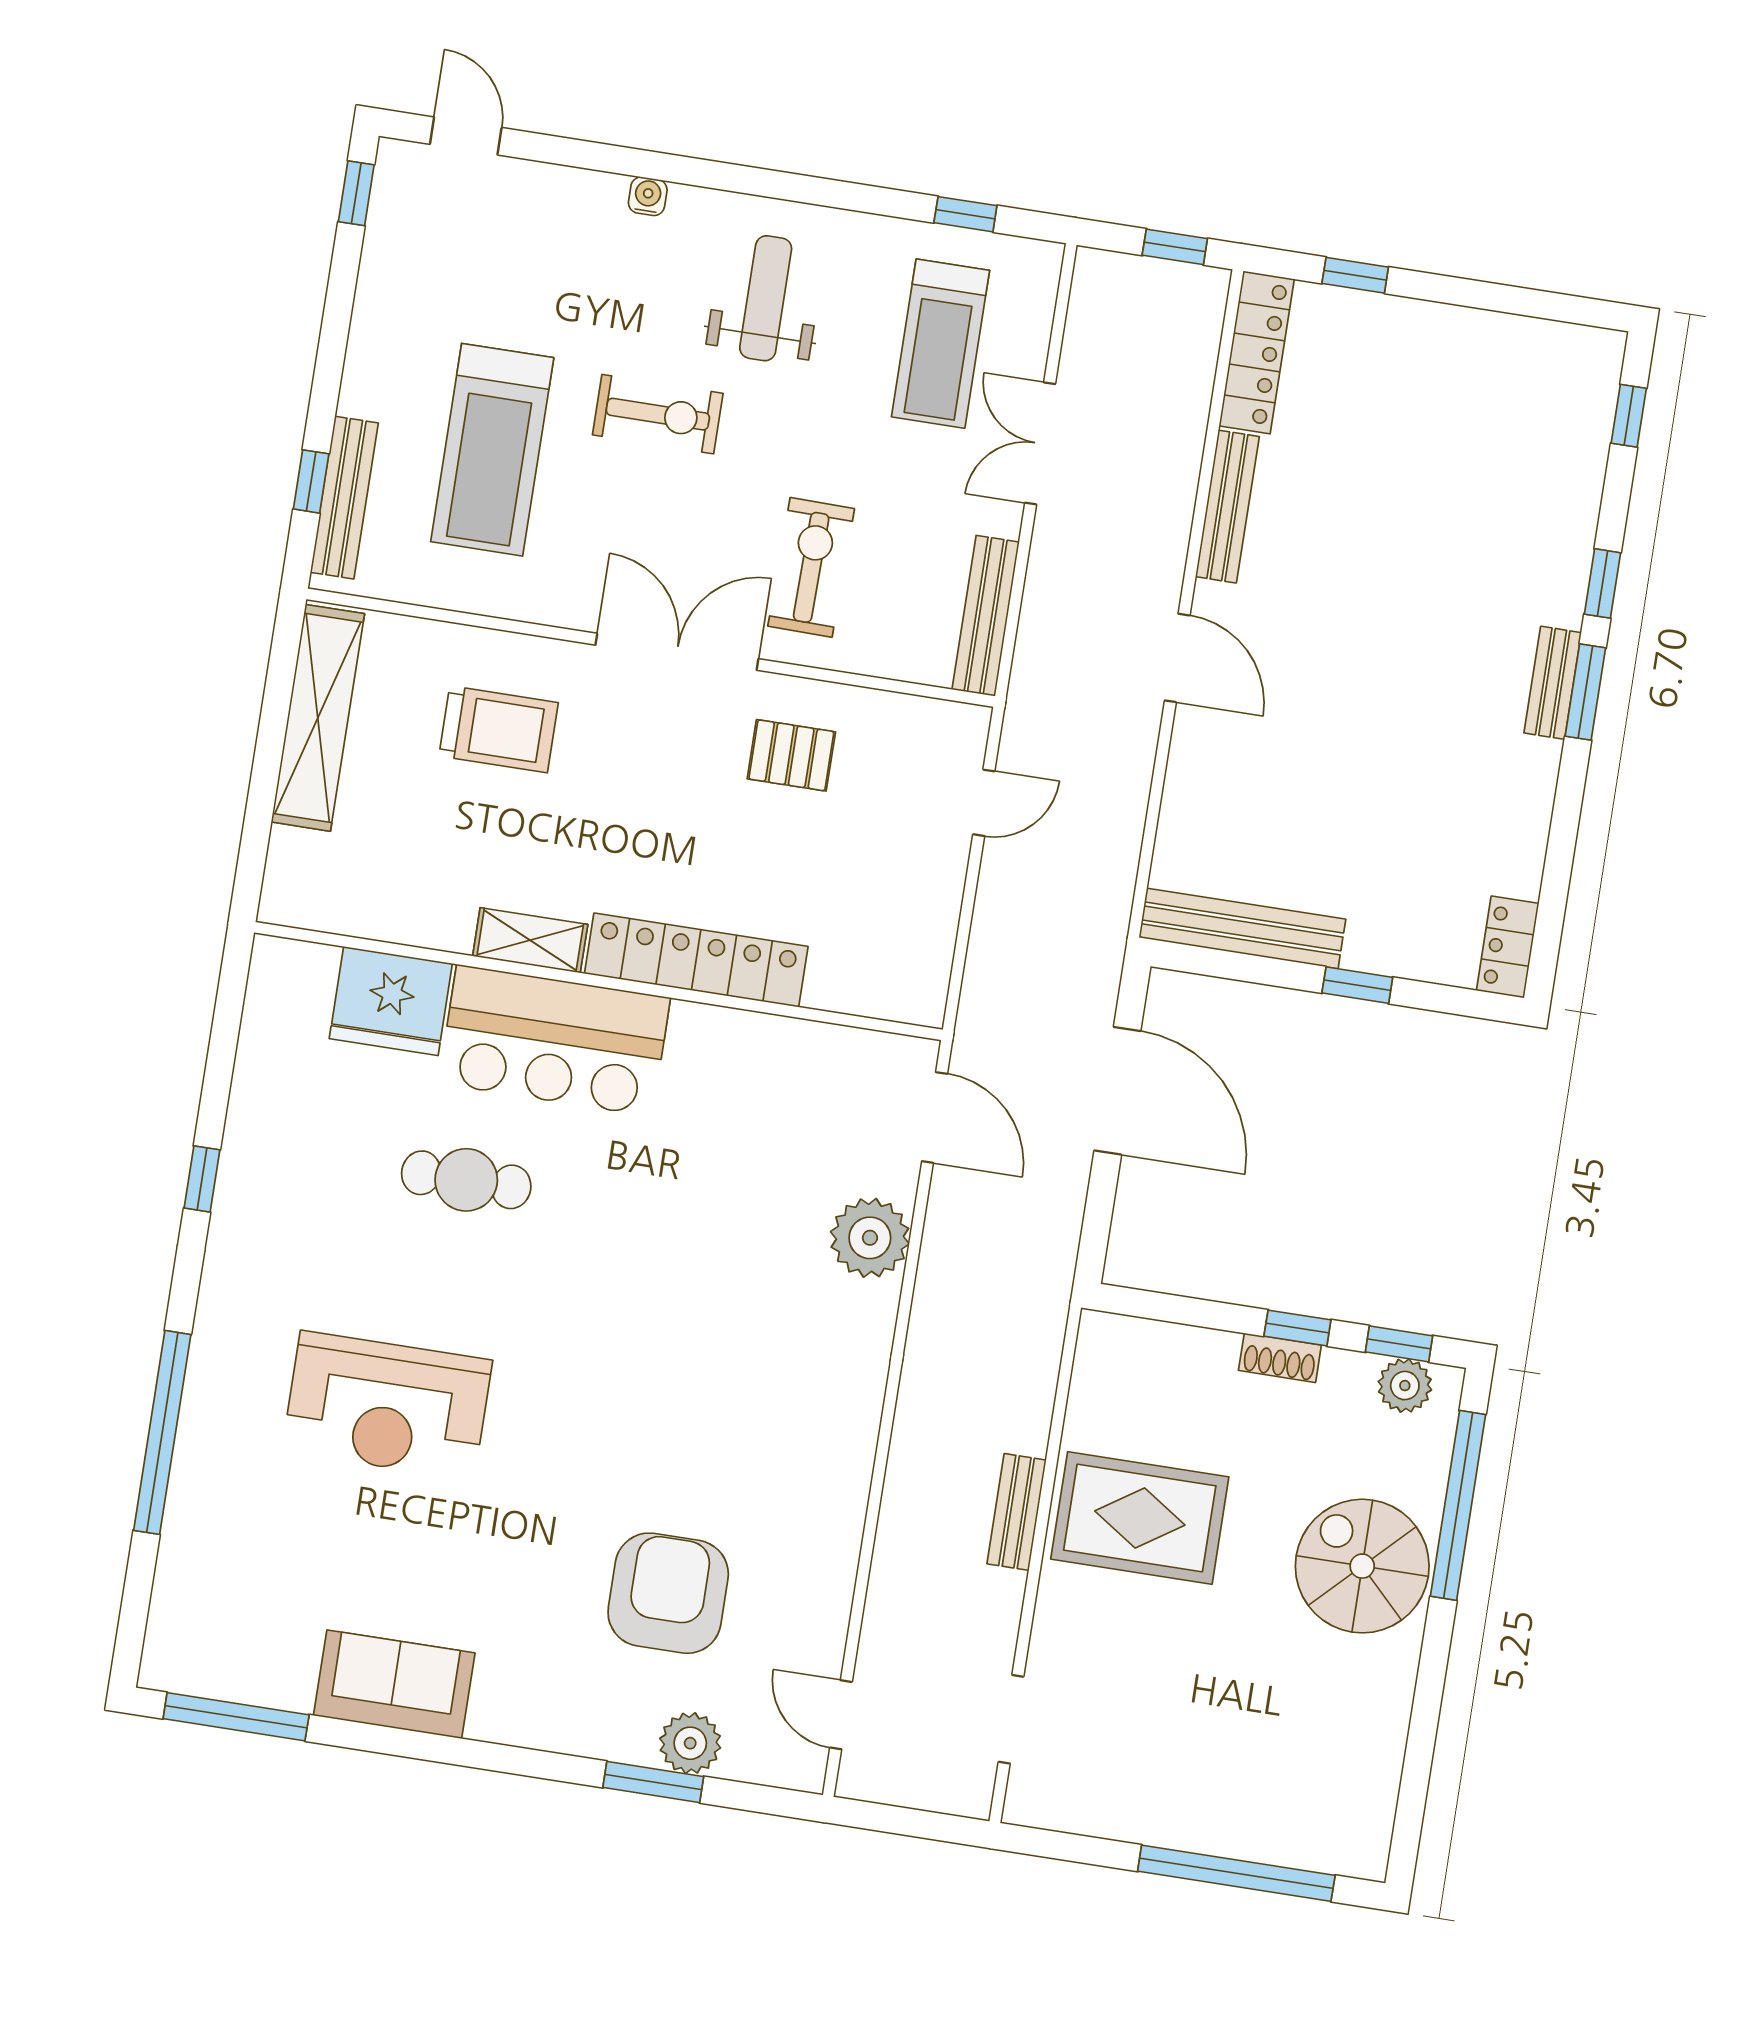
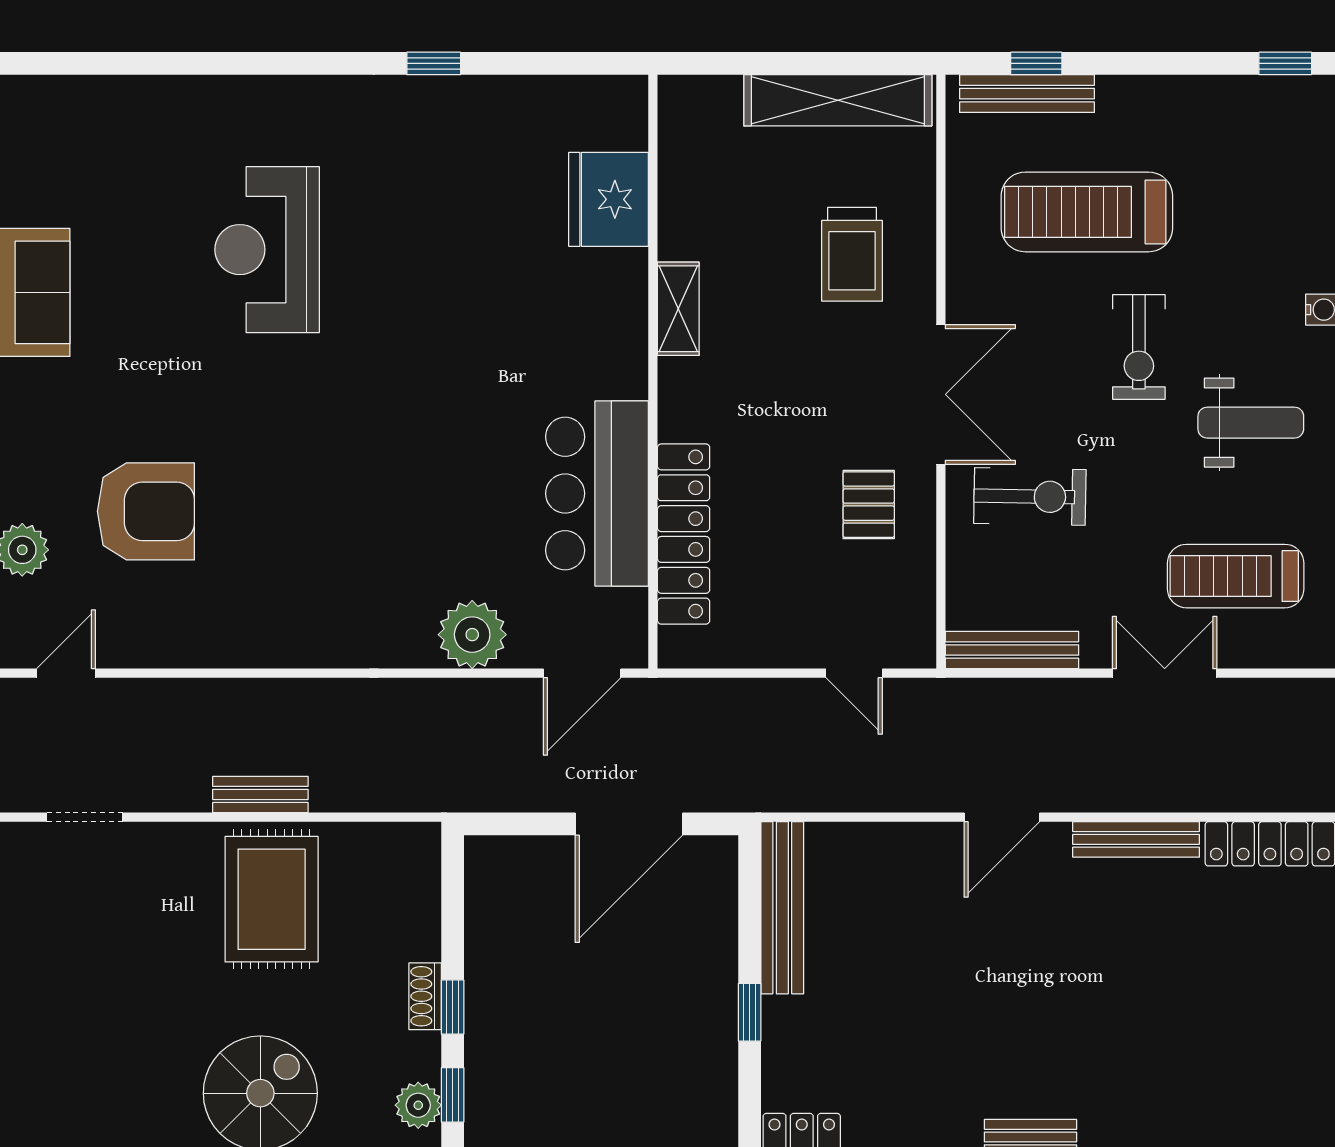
locker: (696, 960) -> (684, 534), moved
bar counter: (554, 1040) -> (597, 493), moved
cafe table: (466, 1180) -> (468, 286), removed
window: (162, 1432) -> (215, 63), removed

